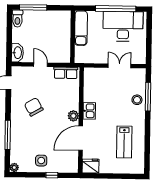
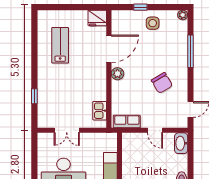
window: (148, 97) -> (34, 96), width x0.46
stool: (137, 100) -> (47, 93), removed
kitchen sink: (89, 111) -> (100, 111), moved

